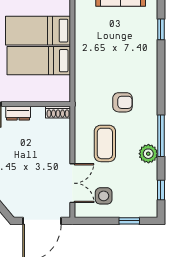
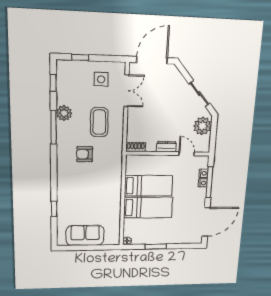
double door: (72, 183) -> (126, 91), swing flipped

